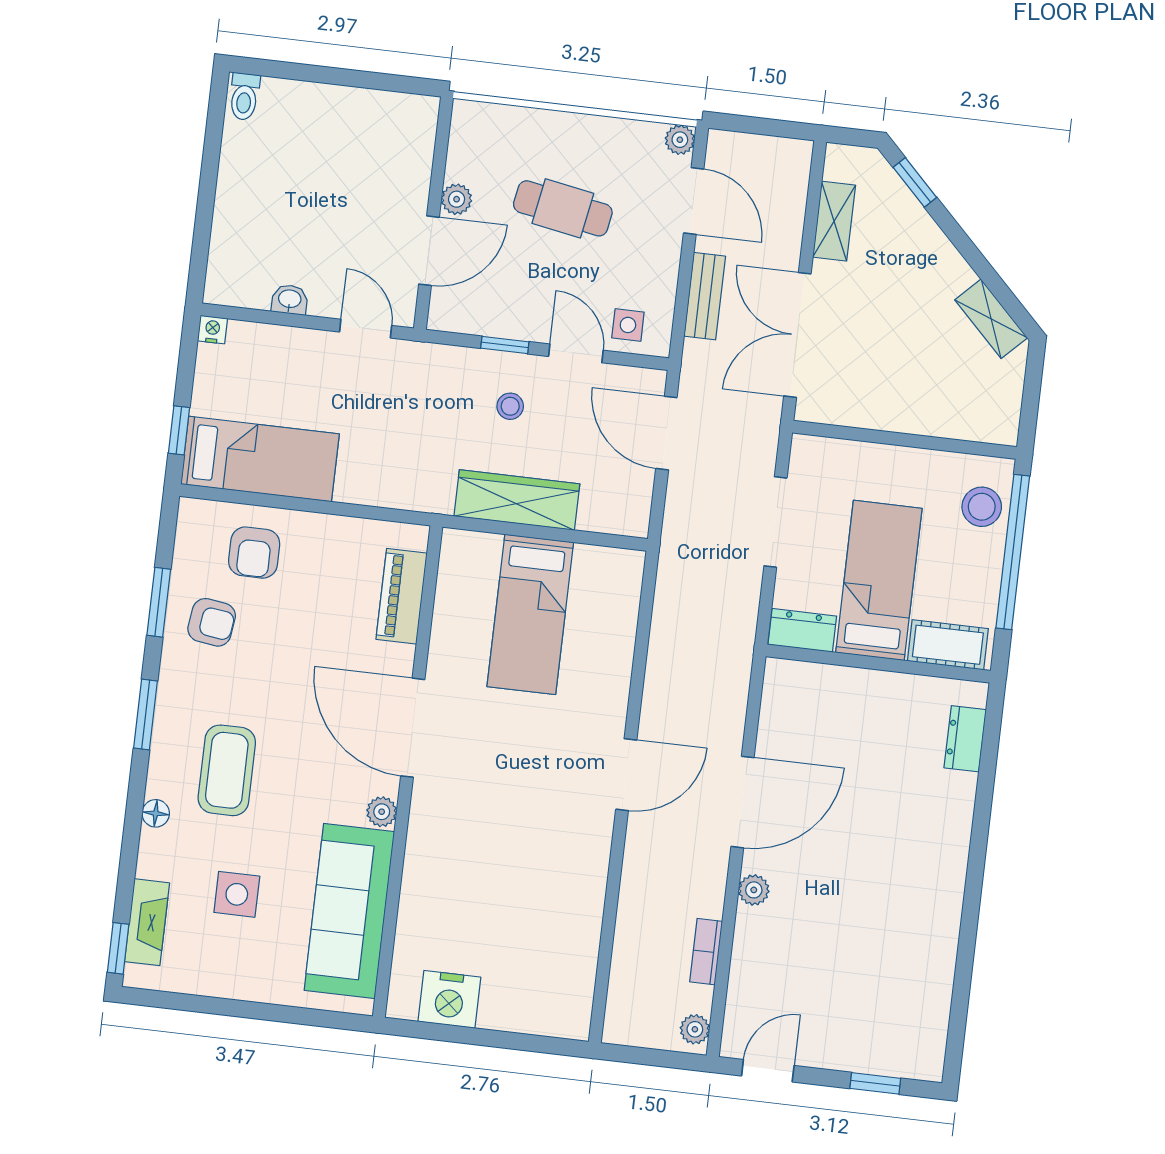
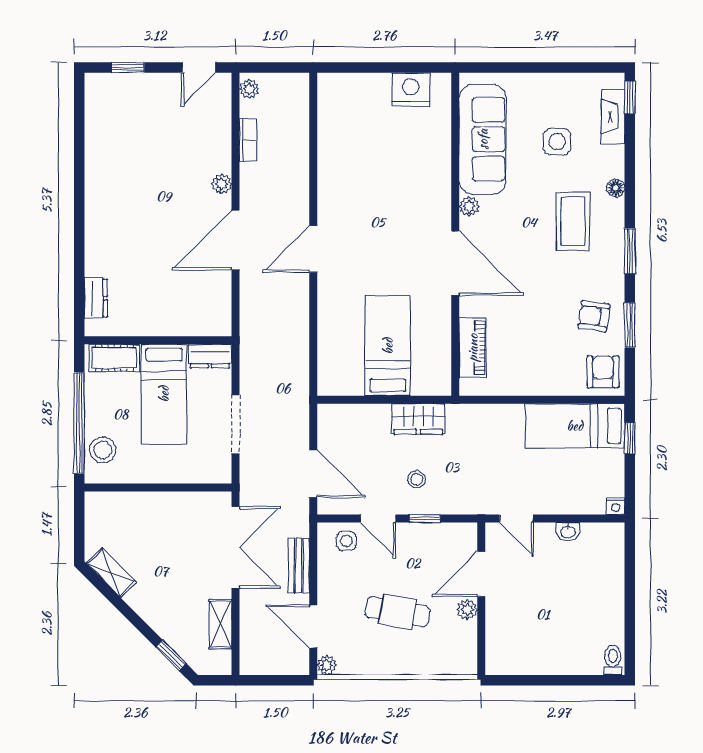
wardrobe: (517, 500) -> (418, 419), width x0.67
armchair: (254, 553) -> (603, 372), moved

